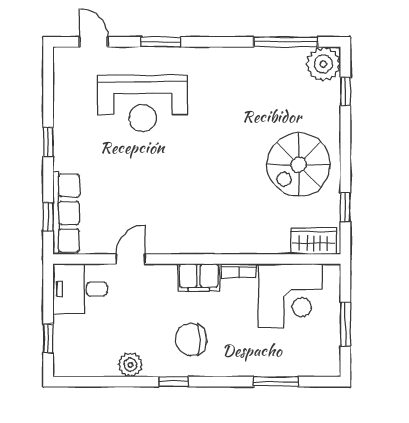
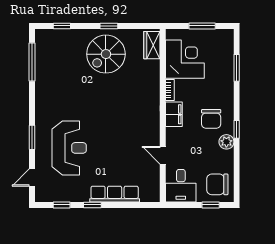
plant: (323, 64) -> (45, 39), removed
spiral stairs: (299, 165) -> (106, 54), turned 90
window: (345, 207) -> (109, 26), moved
row of seats: (66, 213) -> (115, 194), moved
window: (48, 217) -> (62, 205), moved
chair: (82, 350) -> (217, 184), added
plant: (130, 365) -> (226, 142), moved

